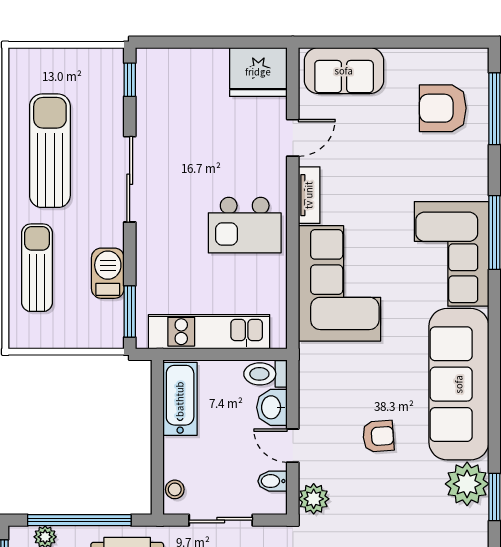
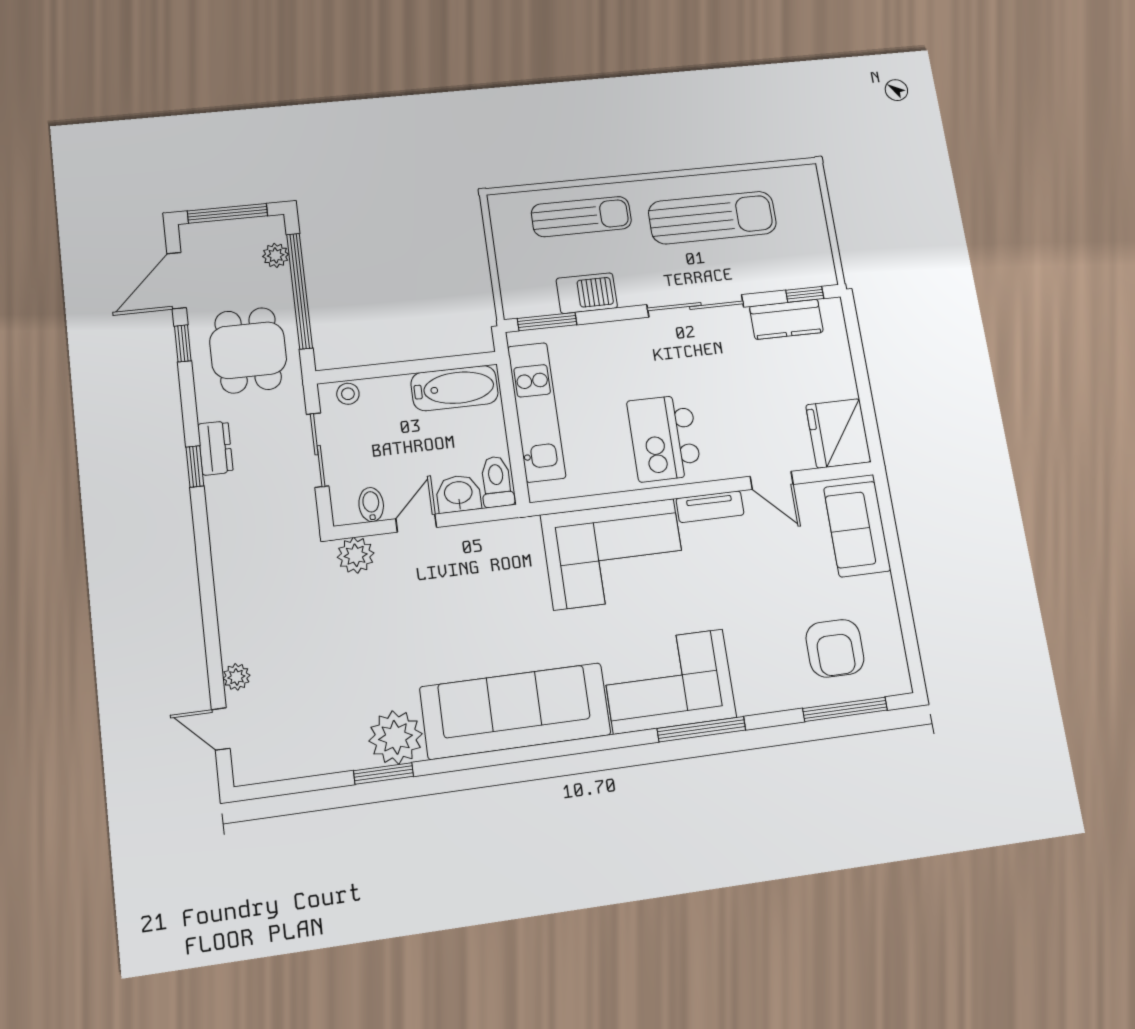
kitchen counter: (151, 100) -> (786, 319), added
armchair: (443, 108) -> (835, 648), turned 180
armchair: (378, 436) -> (440, 622), removed

